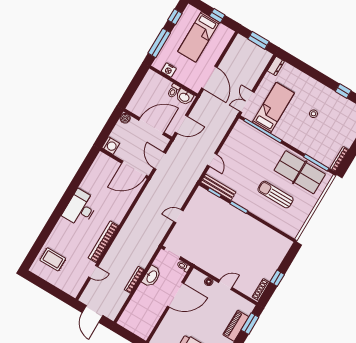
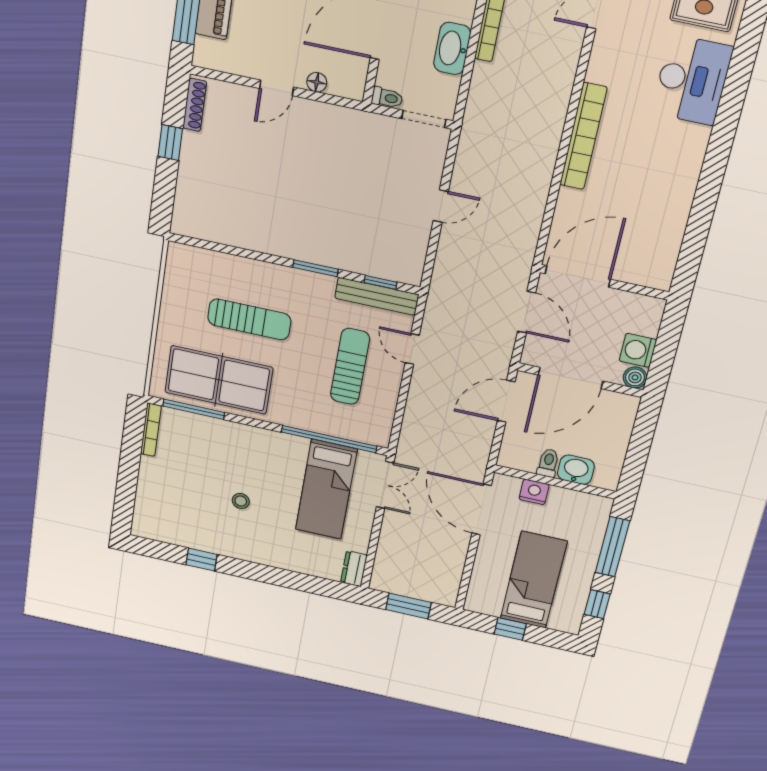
nightstand: (169, 70) -> (534, 492), moved
washbasin: (184, 97) -> (576, 470), moved
washing machine: (111, 146) -> (638, 350), moved
sun lounger: (241, 160) -> (350, 367), added
desk: (80, 208) -> (692, 80), moved
bookcase: (103, 242) -> (583, 136), moved

